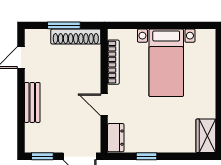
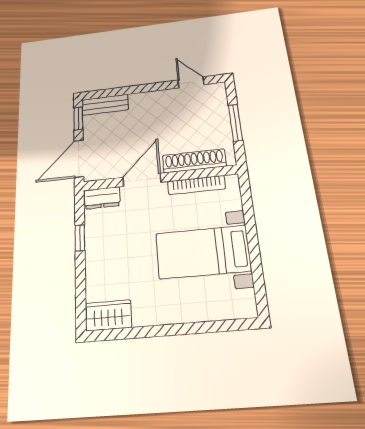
shoe rack: (76, 37) -> (194, 161), moved, turned 90
bench: (32, 102) -> (105, 105), moved
door: (104, 105) -> (142, 180), width x1.38

